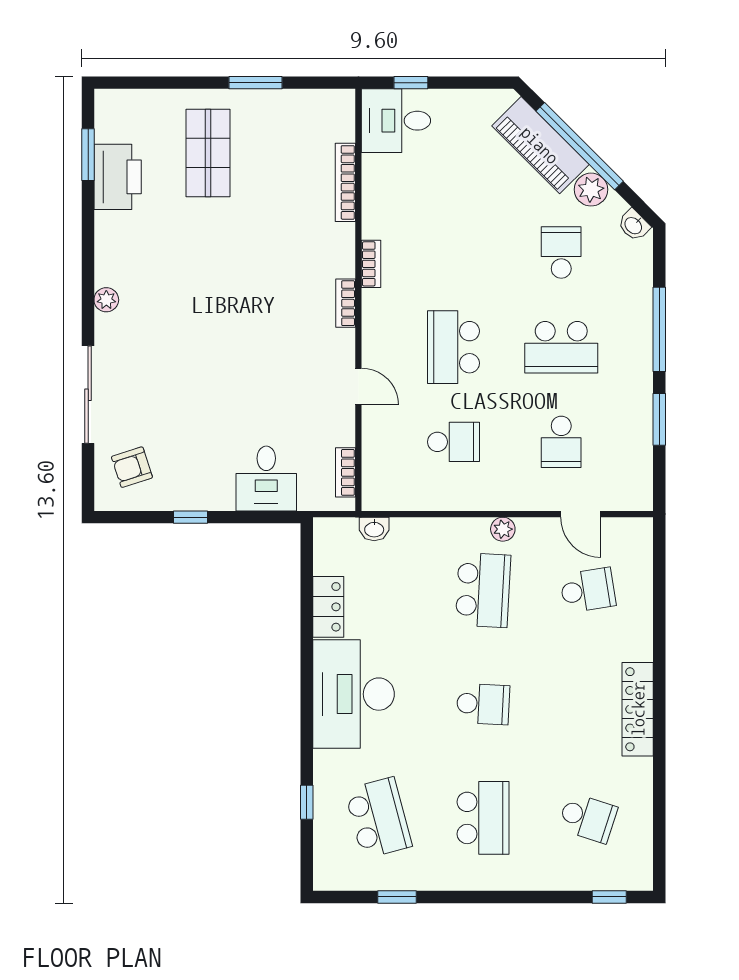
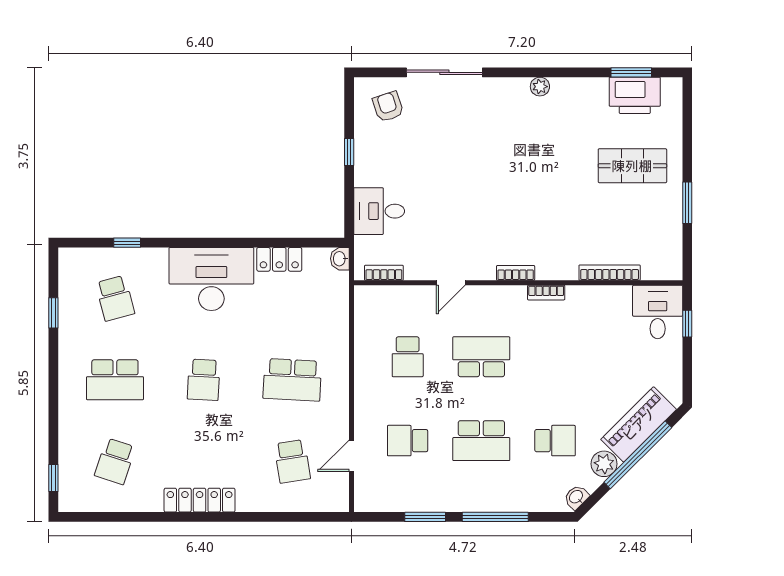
printer: (118, 177) -> (635, 95), moved
plant: (106, 300) -> (540, 87), moved
school desk: (561, 347) -> (481, 441), turned -90
washbasin: (374, 529) -> (340, 259), moved
plant: (503, 529) -> (340, 395), removed
school desk: (378, 818) -> (115, 298), width x0.54

